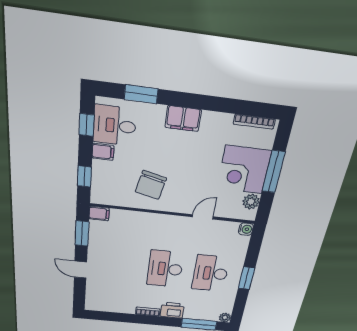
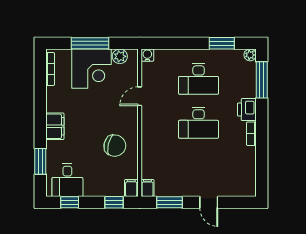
filing cabinet: (103, 152) -> (131, 188), moved
door: (203, 217) -> (140, 96), hinge flipped
door: (80, 270) -> (209, 202), hinge flipped
window: (246, 278) -> (222, 43), moved

